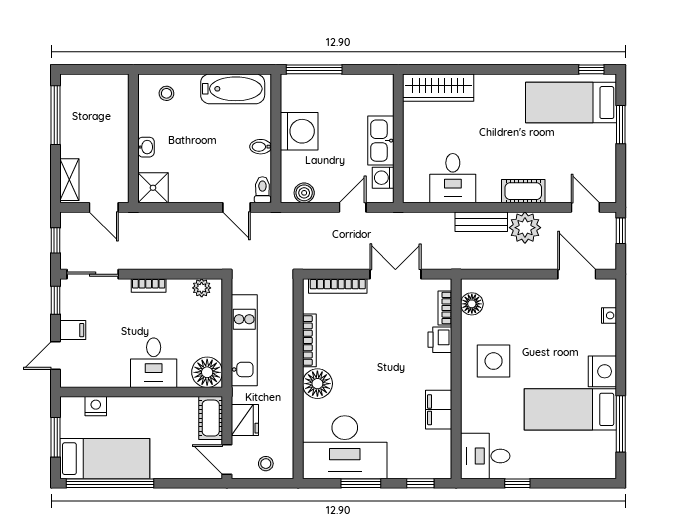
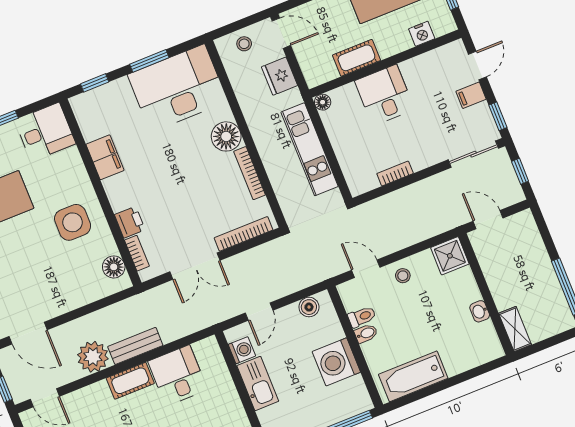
stool: (166, 93) -> (403, 276), moved
washbasin: (146, 147) -> (480, 311), moved
shelving: (69, 180) -> (515, 329), moved
toilet: (262, 190) -> (362, 317), moved, turned -90
cot: (523, 191) -> (130, 381), moved
bookcase: (149, 285) -> (395, 174), moved
plant: (202, 288) -> (368, 182), removed
floor lamp: (207, 372) -> (323, 102), width x0.53, depth x0.53
cot: (211, 418) -> (356, 58), moved, turned 90

